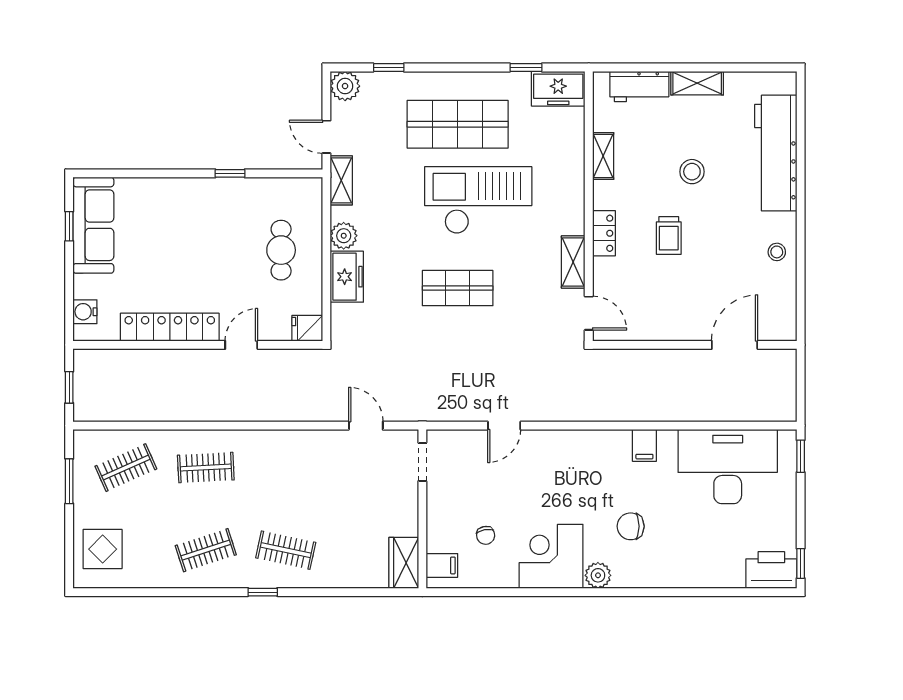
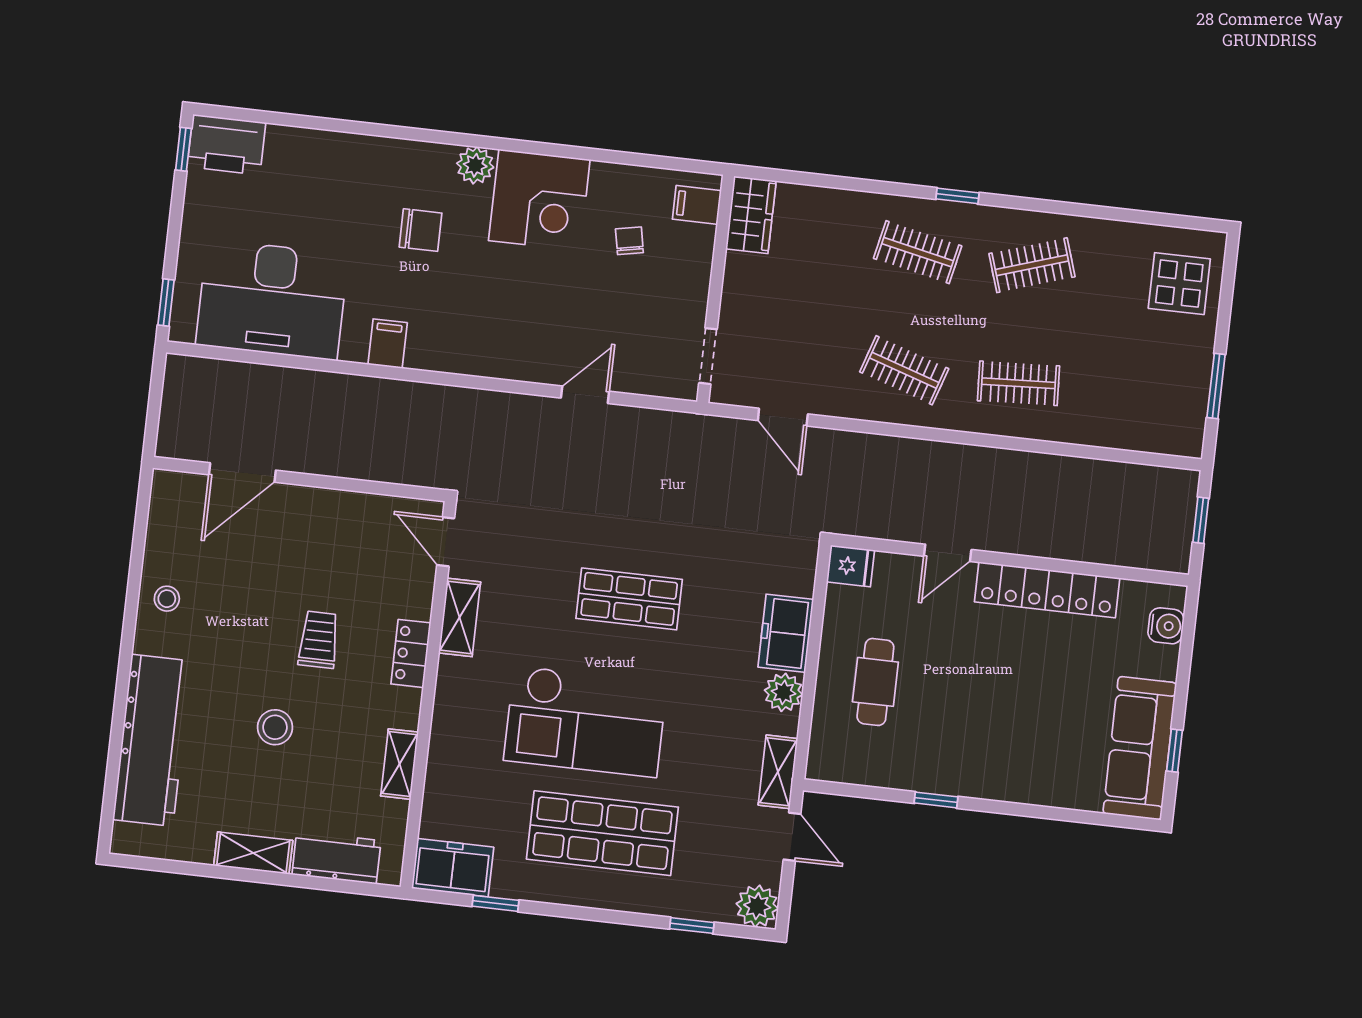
clothes rail: (126, 468) -> (904, 370), moved, turned 42

